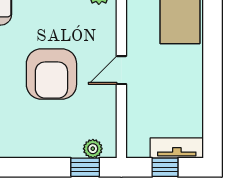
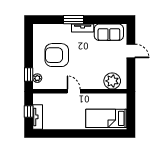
armchair: (51, 74) -> (57, 55), moved

